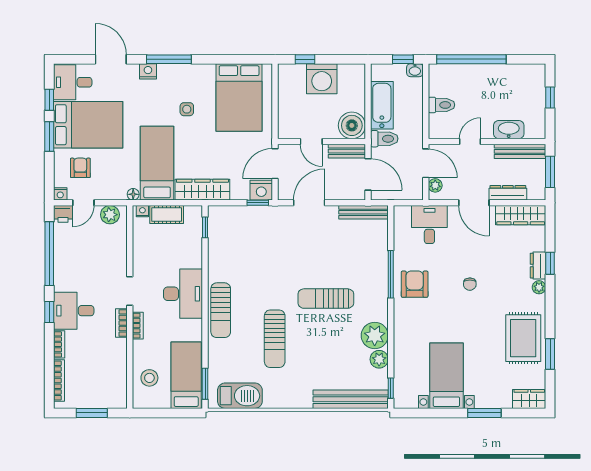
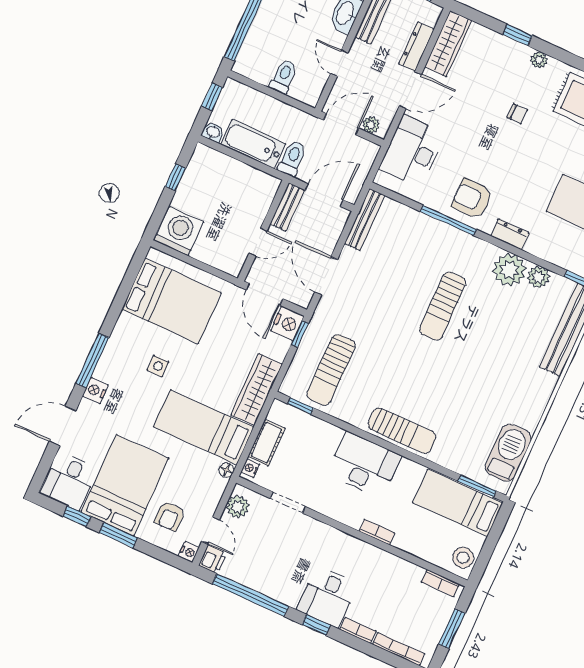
window: (305, 59) -> (175, 177), moved
washbasin: (415, 70) -> (213, 132), moved, turned -90
washing machine: (322, 79) -> (179, 231), moved, turned -90
boiler: (352, 125) -> (261, 188), removed
armchair: (80, 168) -> (170, 516), turned -90
desk: (429, 225) -> (412, 151), width x1.37
dresser: (538, 266) -> (510, 234), moved, turned 180
chair: (470, 284) -> (517, 114), moved
doorway: (130, 291) -> (288, 502), moved
bookcase: (121, 323) -> (440, 583), moved
sun lounger: (275, 339) -> (331, 370), moved, turned 90
stool: (149, 378) -> (463, 558), moved

